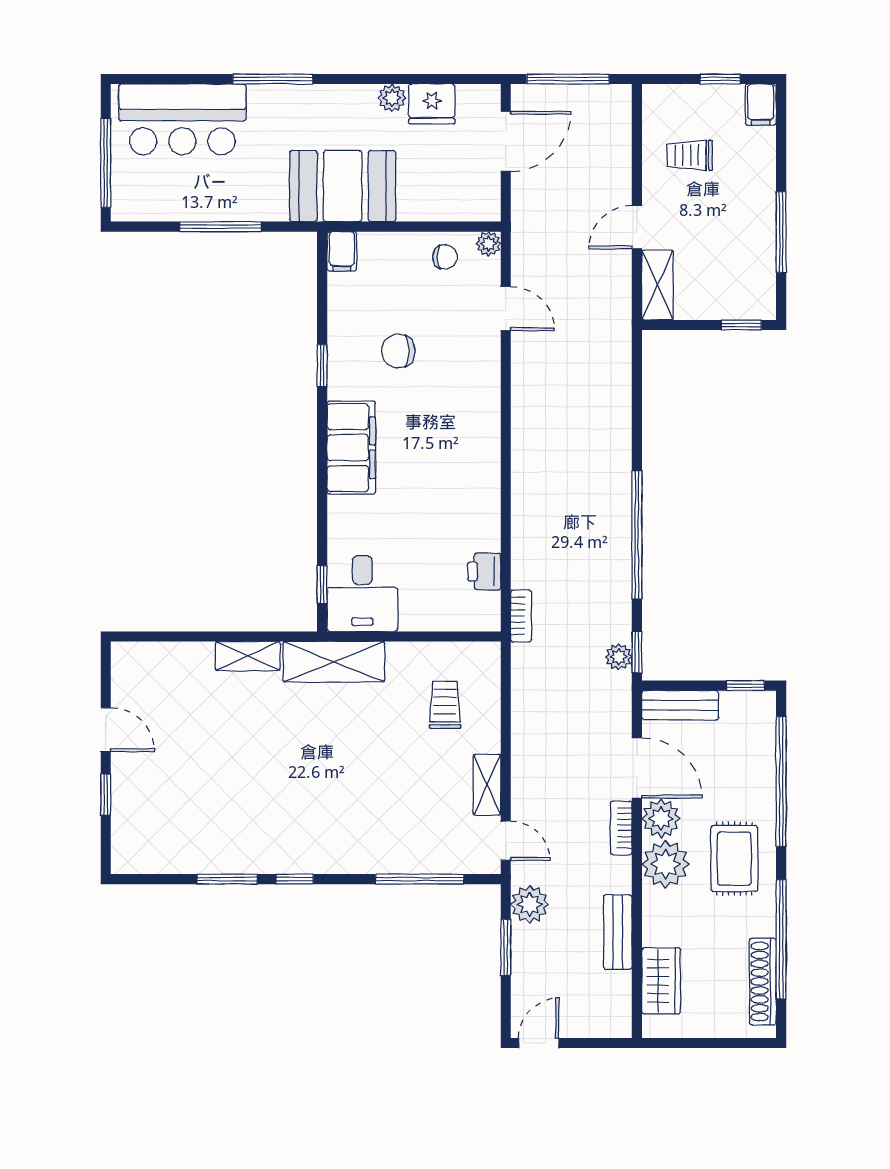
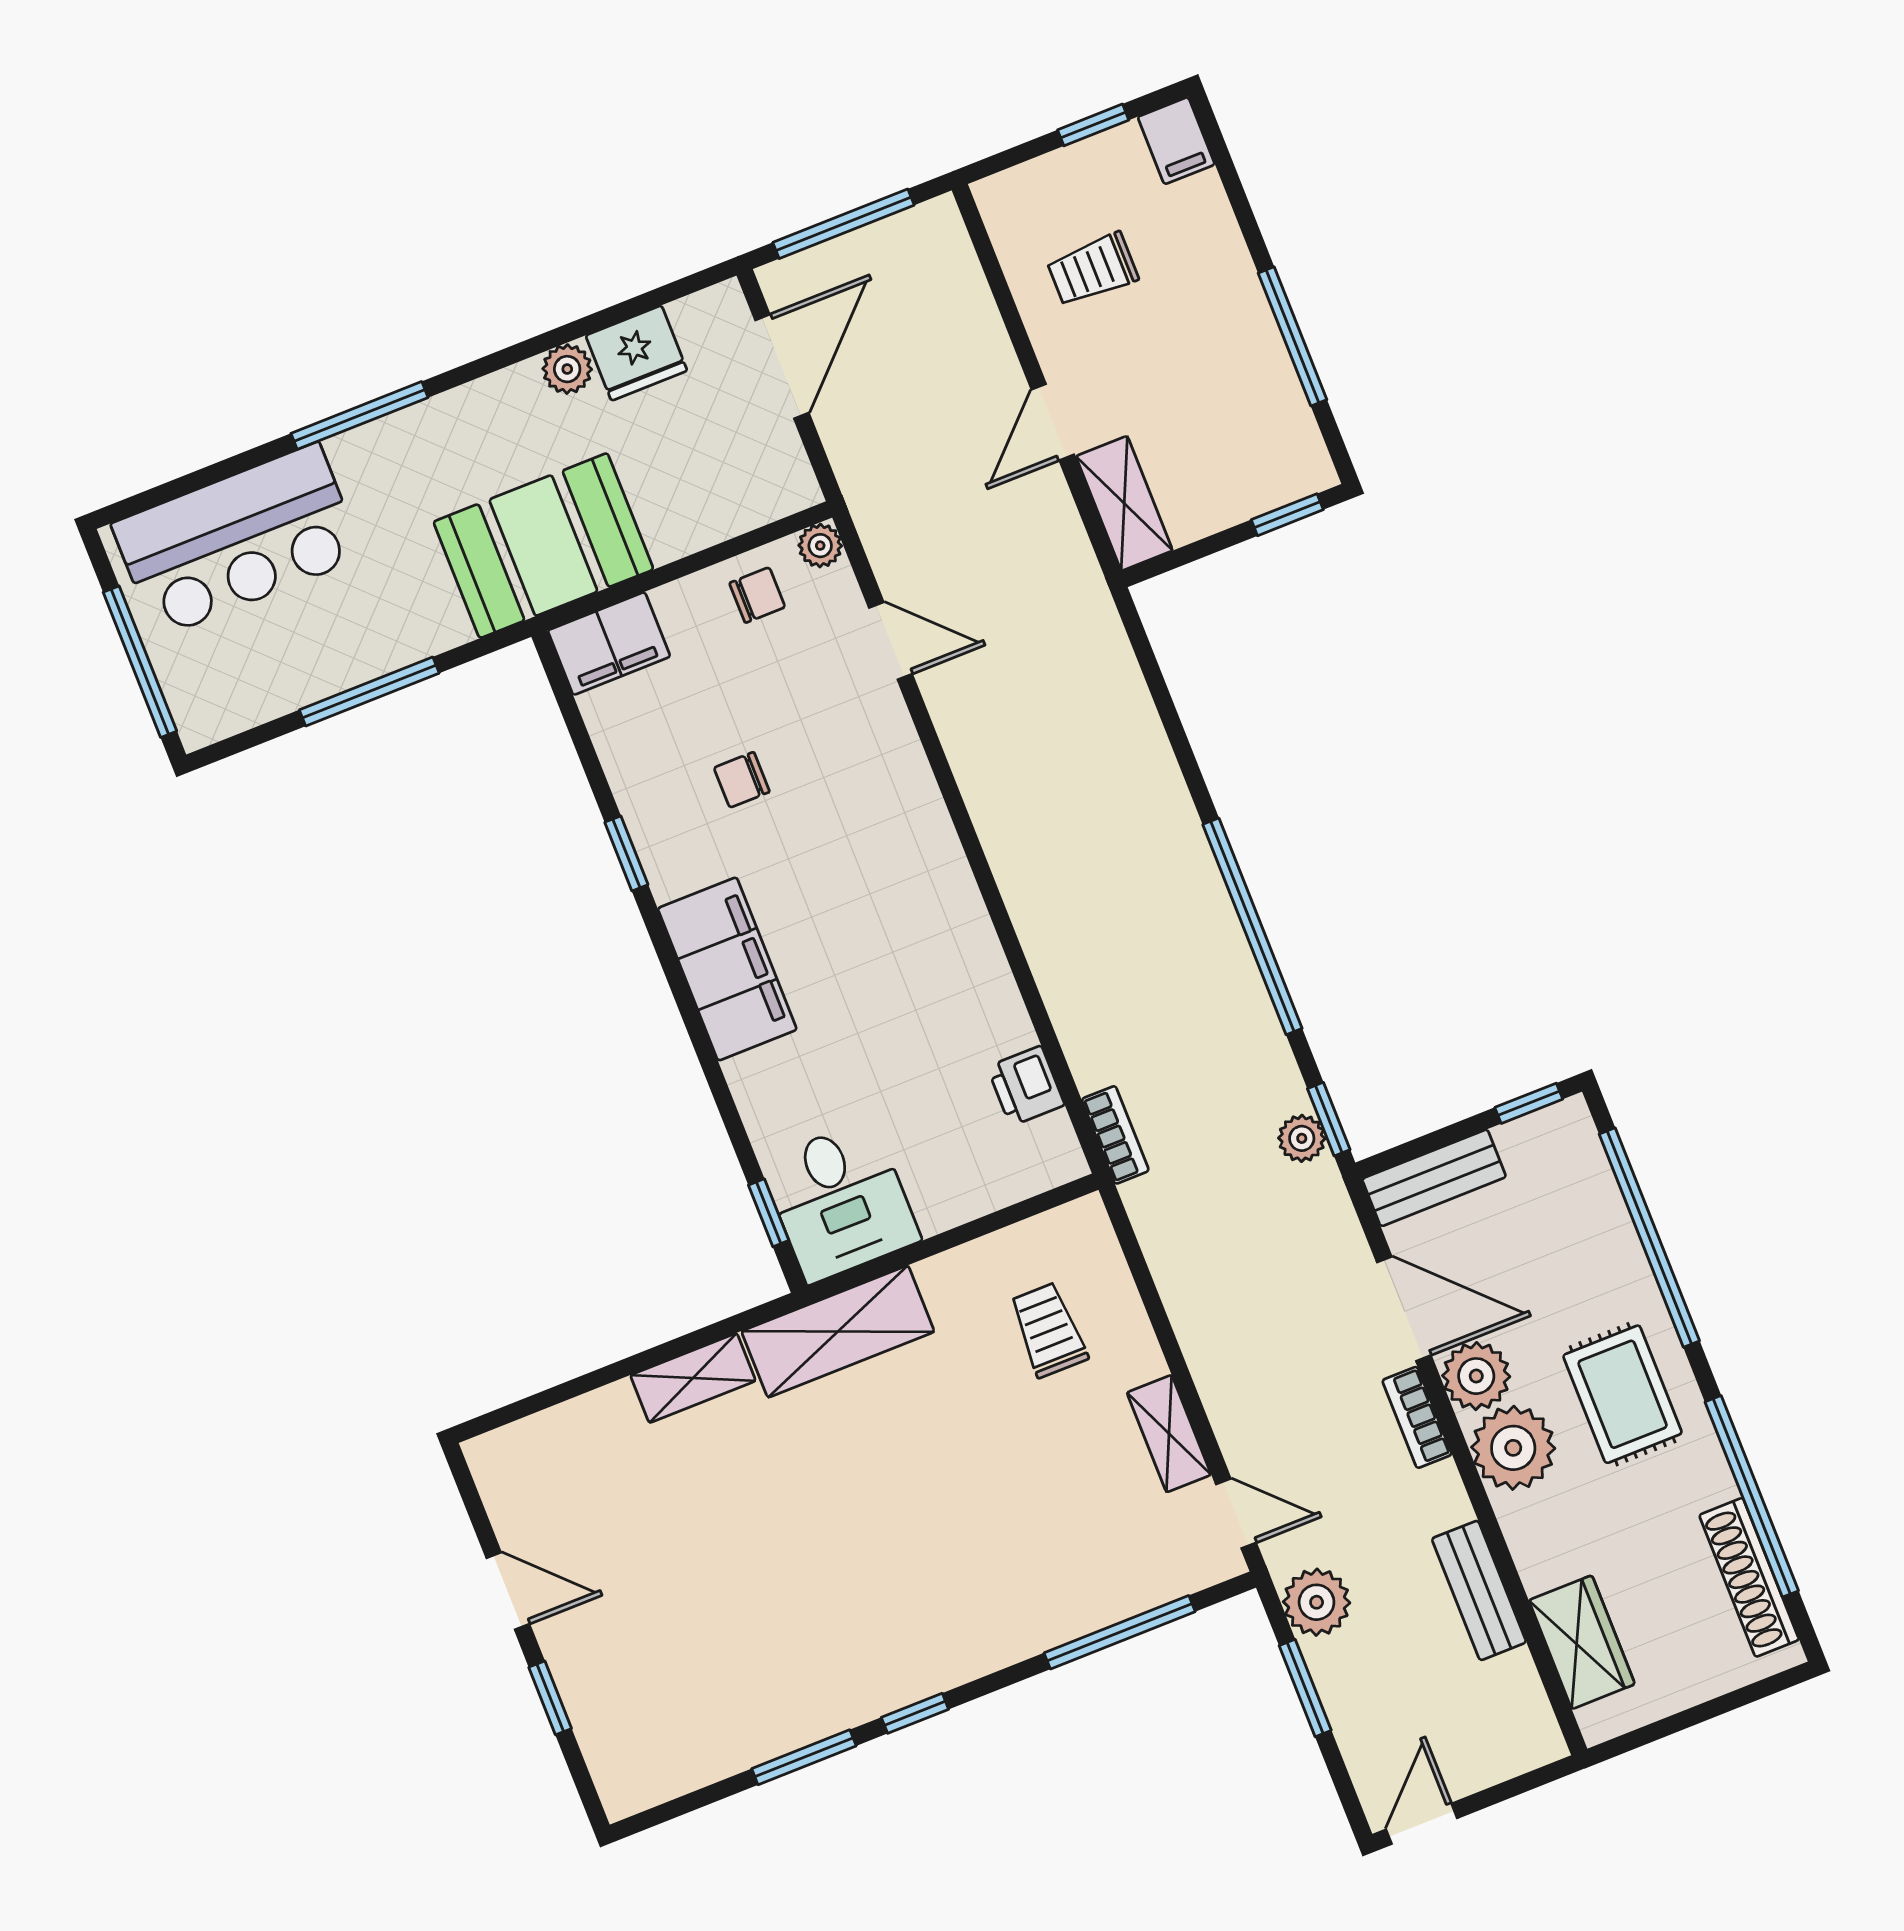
filing cabinet: (342, 251) -> (609, 644), width x2.00
chair: (398, 351) -> (742, 780), width x0.73, depth x0.73

